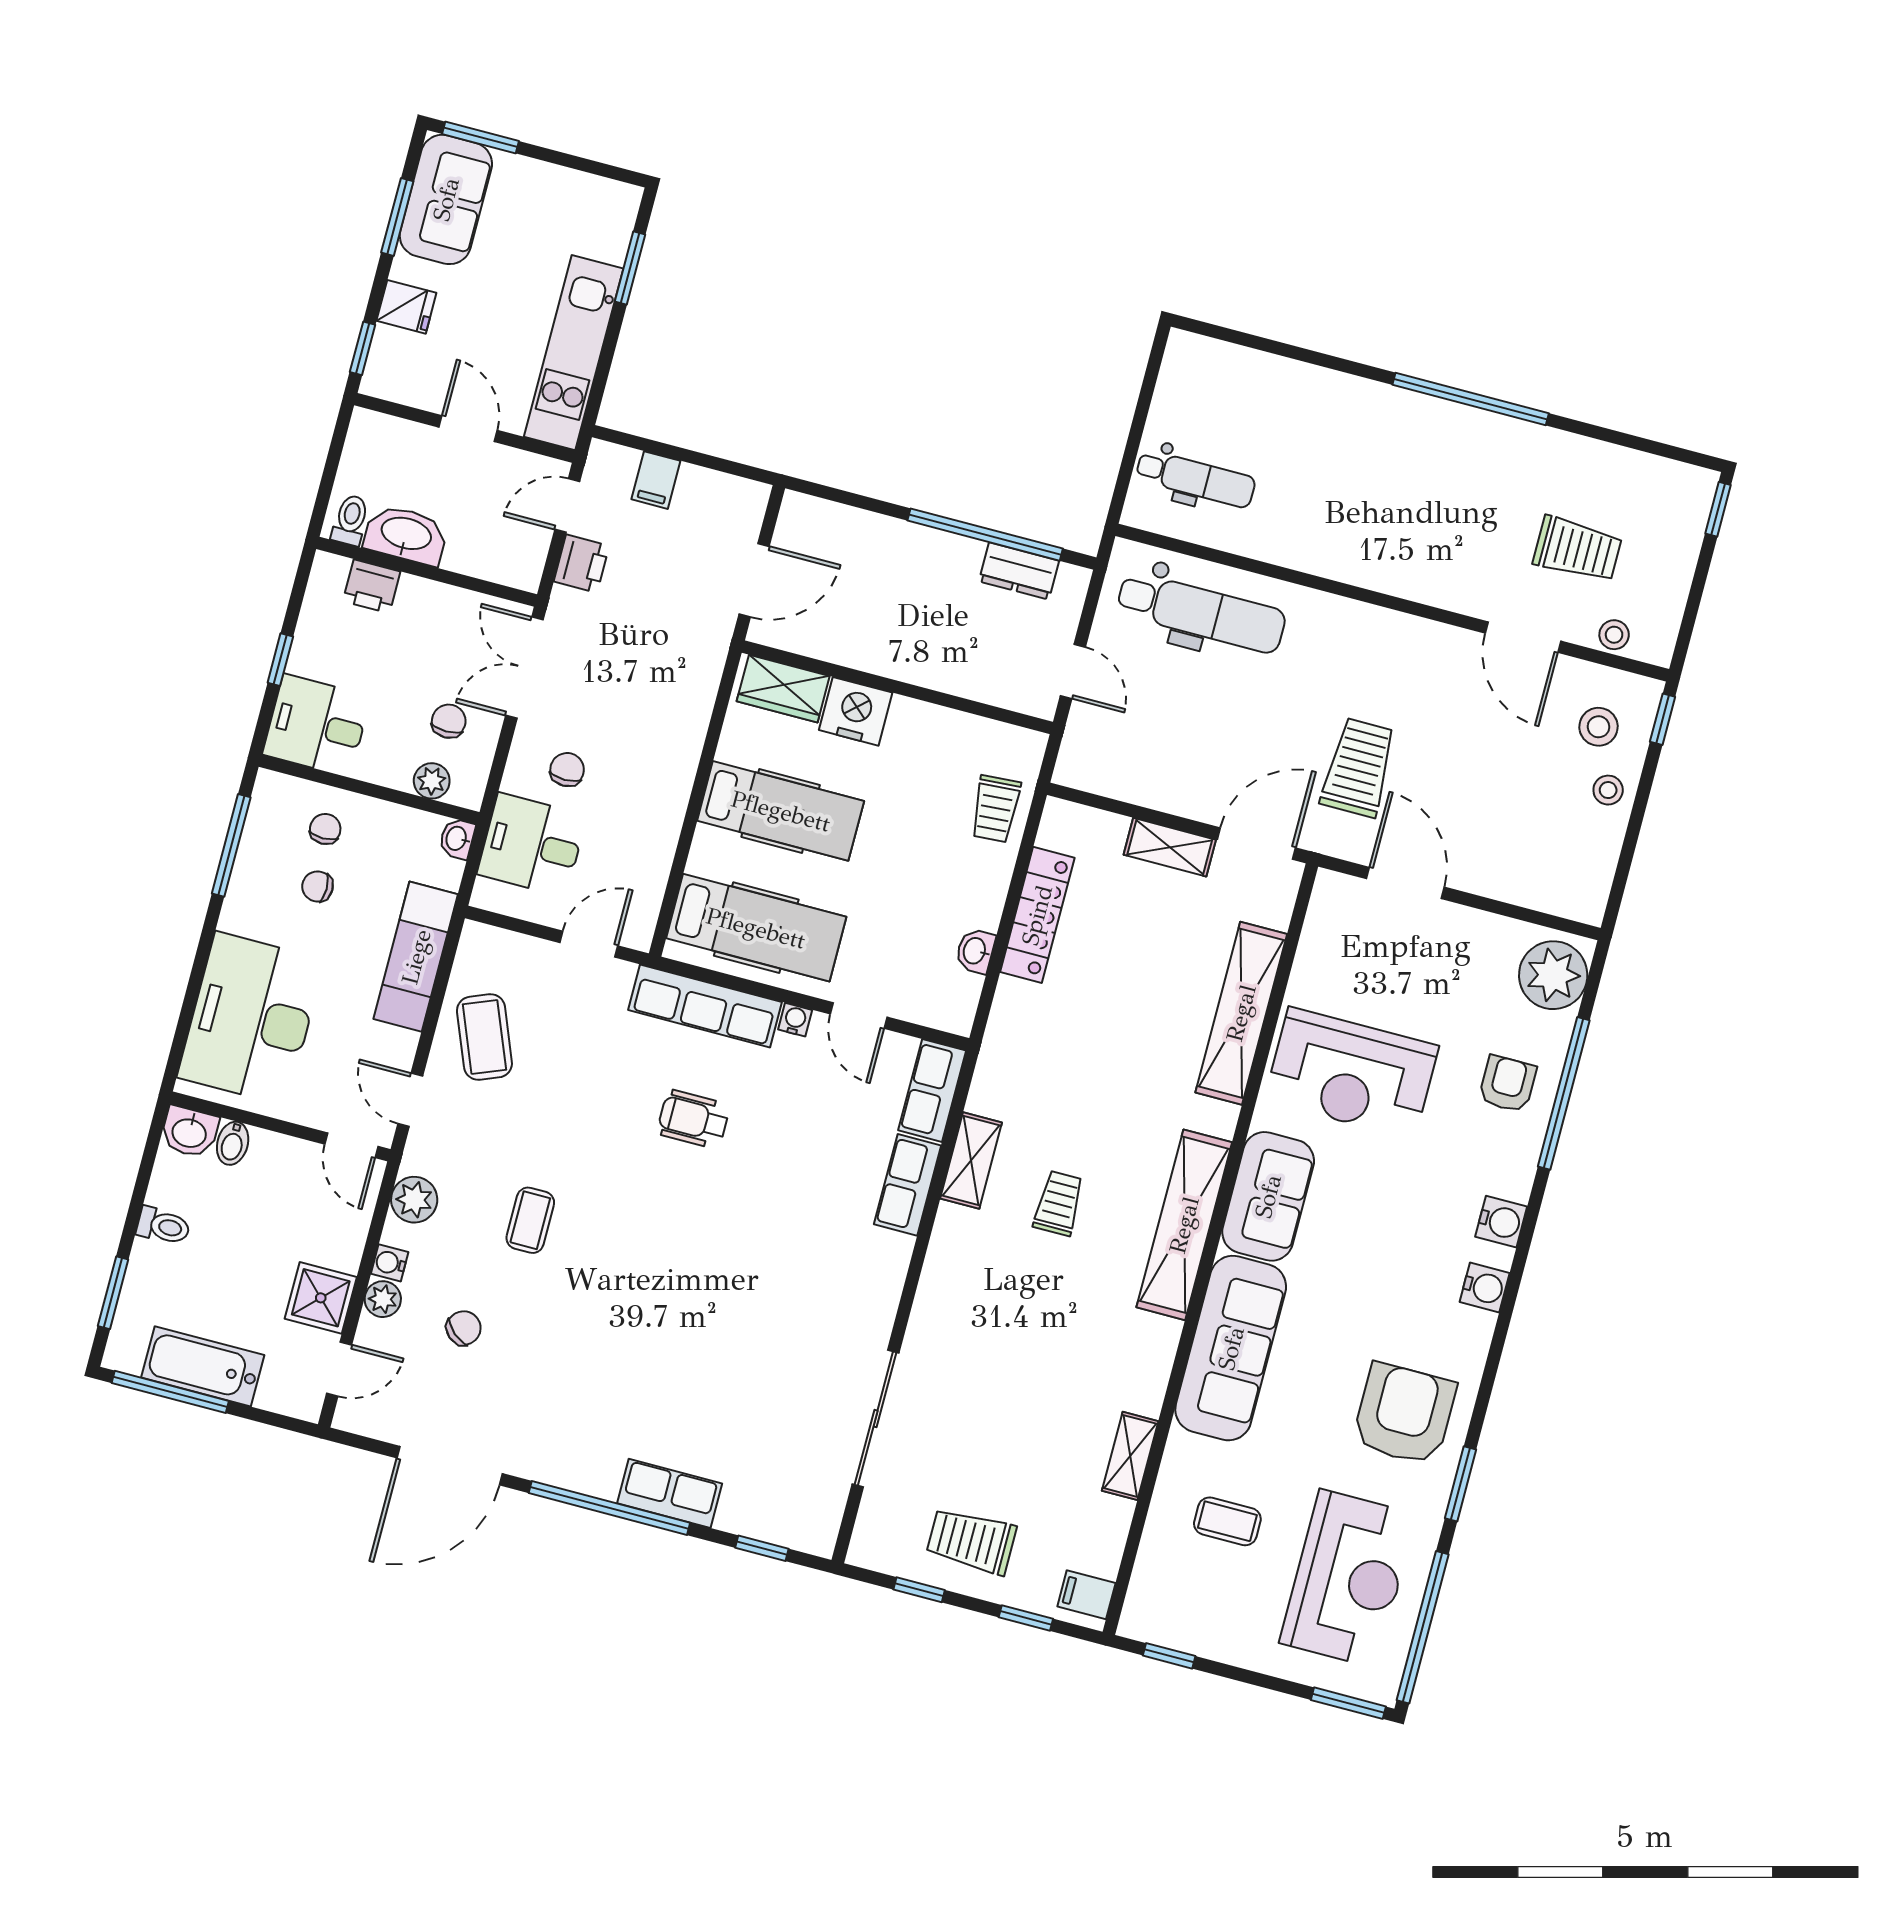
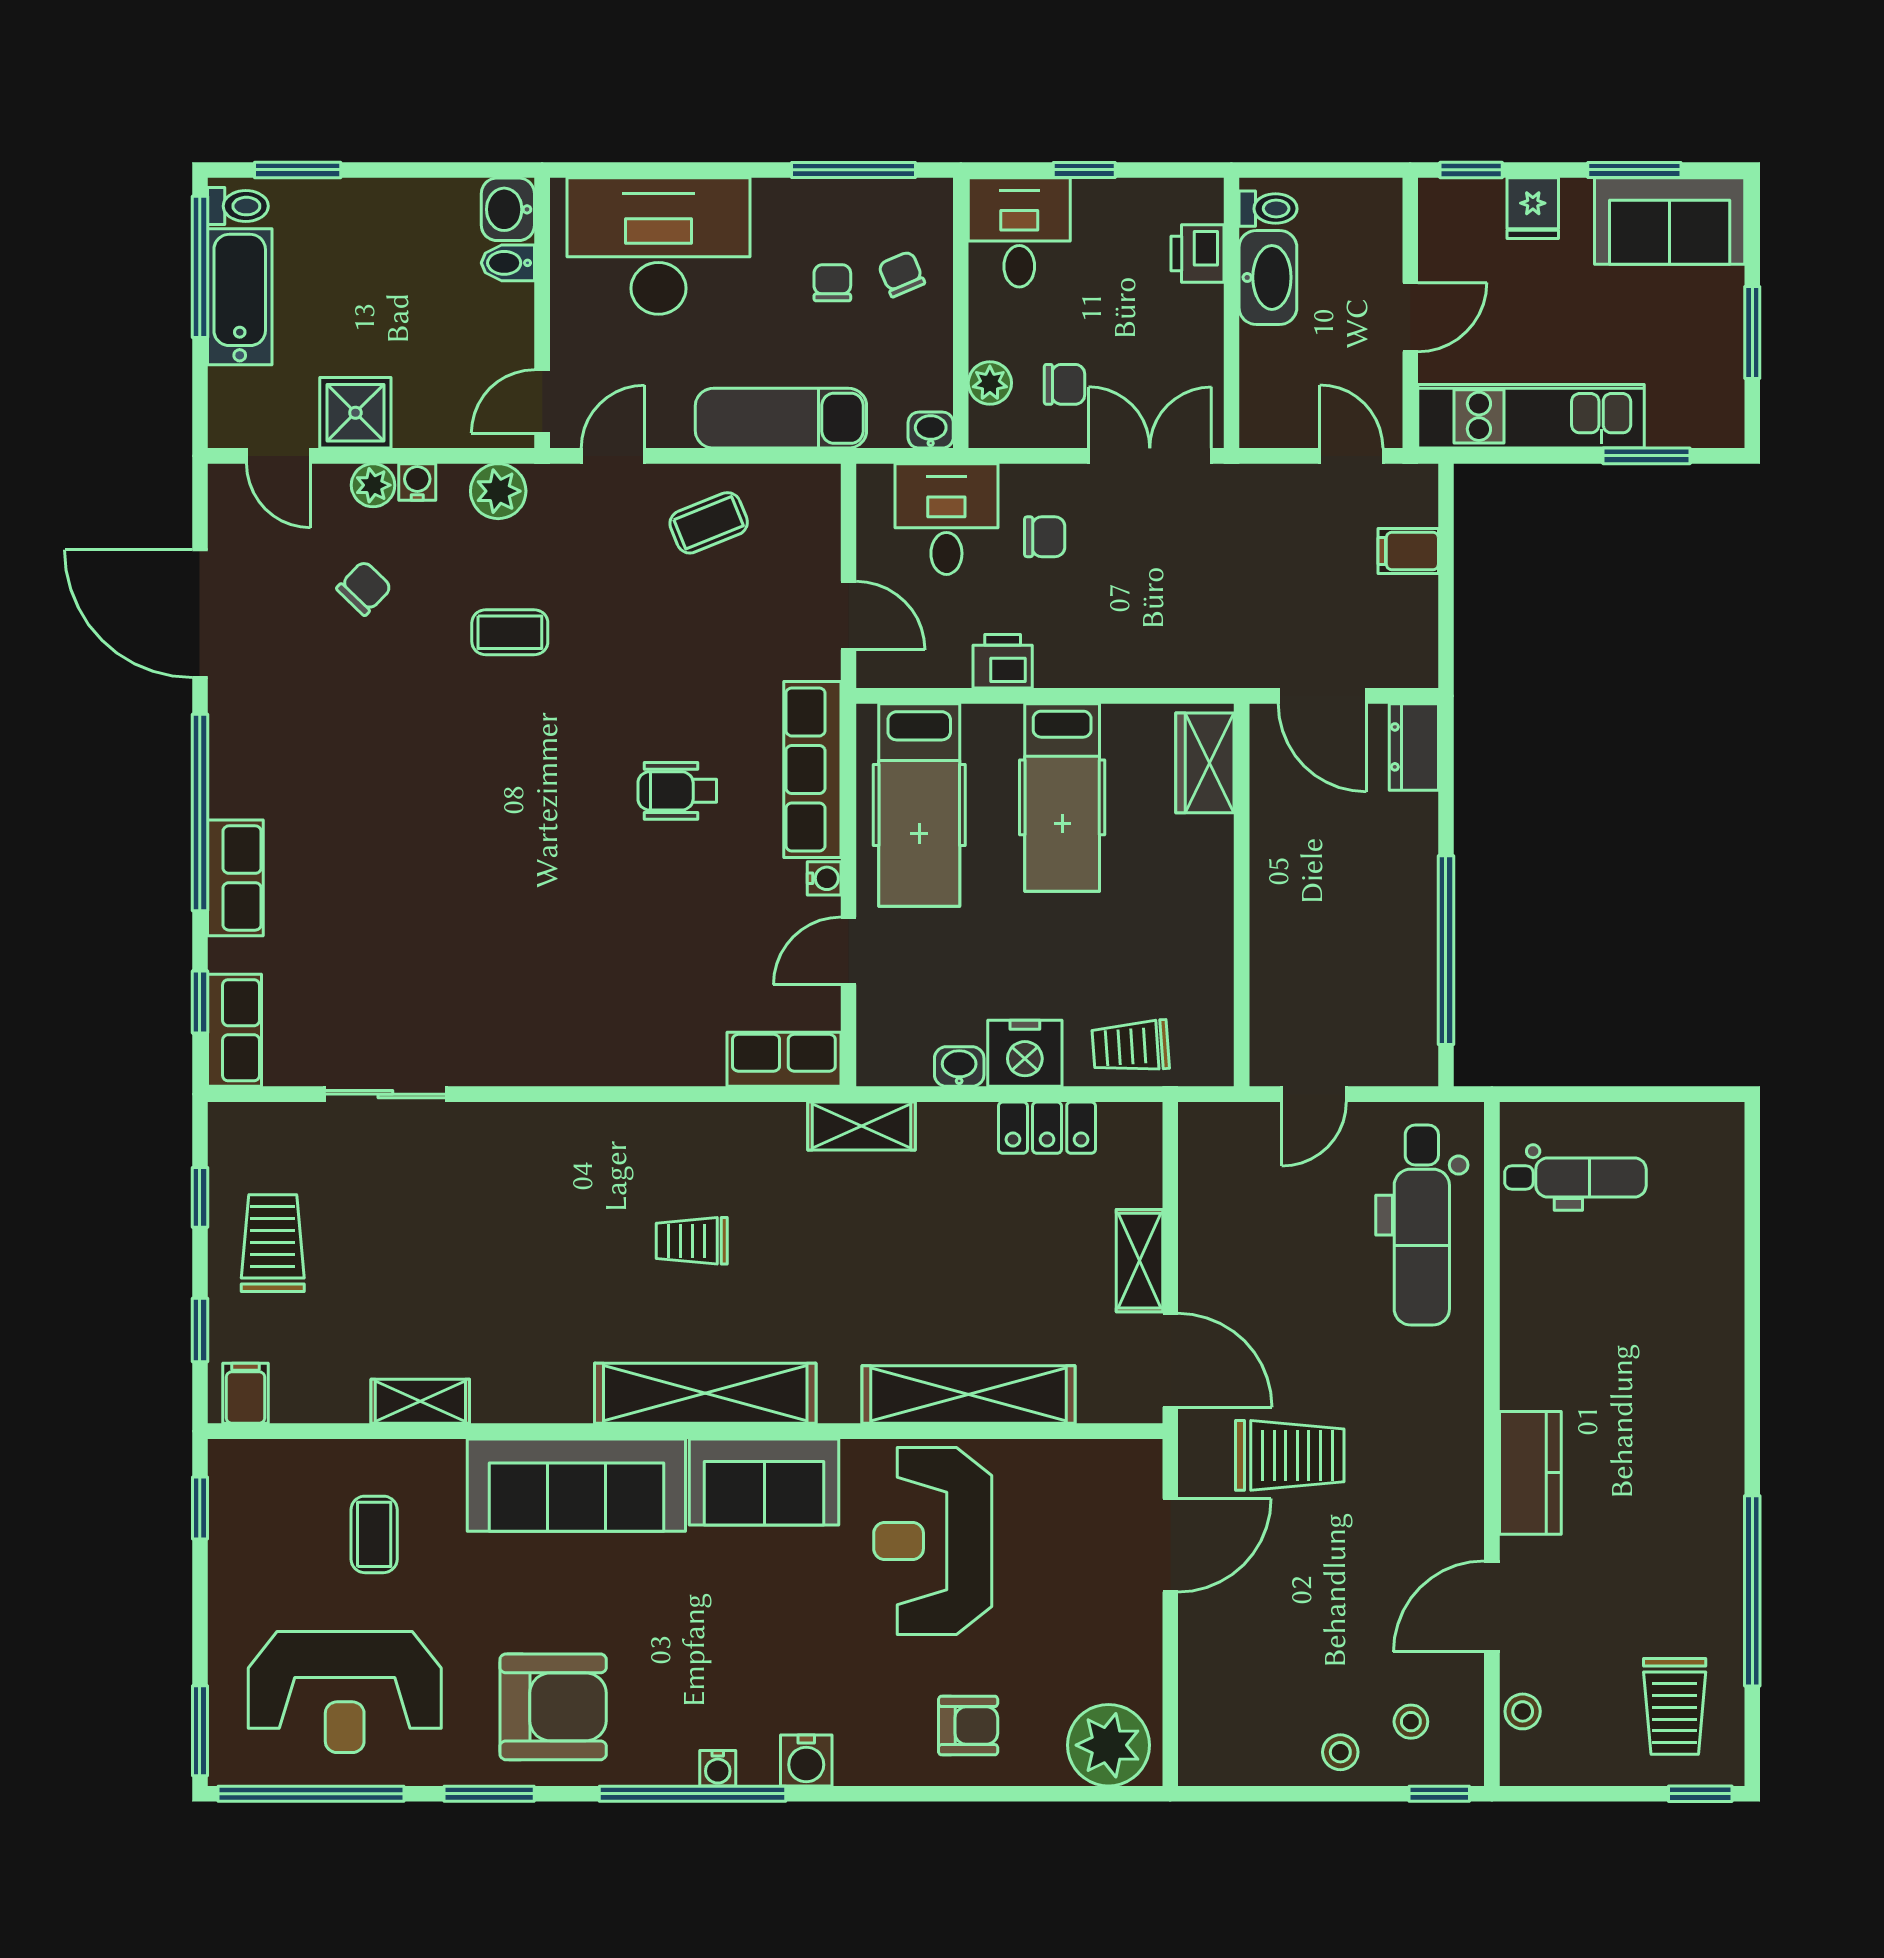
window: (481, 137) -> (1752, 333), moved
window: (1471, 399) -> (1752, 1591), moved
dental chair: (1196, 479) -> (1575, 1177), turned -90
trolley: (1577, 549) -> (1675, 1706), moved
printer: (582, 564) -> (1003, 661), moved, turned 180
dresser: (1019, 571) -> (1414, 747), moved
kitchen counter: (1424, 578) -> (1530, 1473), added
nightstand: (856, 711) -> (1025, 1053), moved, turned 90
stool: (1599, 727) -> (1411, 1722), width x0.73, depth x0.73
chair: (325, 829) -> (901, 274), turned -113
locker: (1037, 915) -> (1047, 1128), width x0.66
coffee table: (484, 1037) -> (709, 523), width x0.73, depth x0.77
window: (1564, 1093) -> (693, 1794), moved
wheelchair: (693, 1119) -> (677, 791), turned -90
shelving: (971, 1160) -> (861, 1126), moved
row of seats: (907, 1185) -> (235, 1030), moved, turned 90
trolley: (1059, 1203) -> (692, 1241), turned 180
toilet: (163, 1226) -> (238, 206), moved, turned -90
water cooler: (1485, 1288) -> (718, 1768), width x0.72, depth x0.72
chair: (464, 1328) -> (364, 588), turned -87
sliding door: (875, 1419) -> (385, 1094), width x0.73

